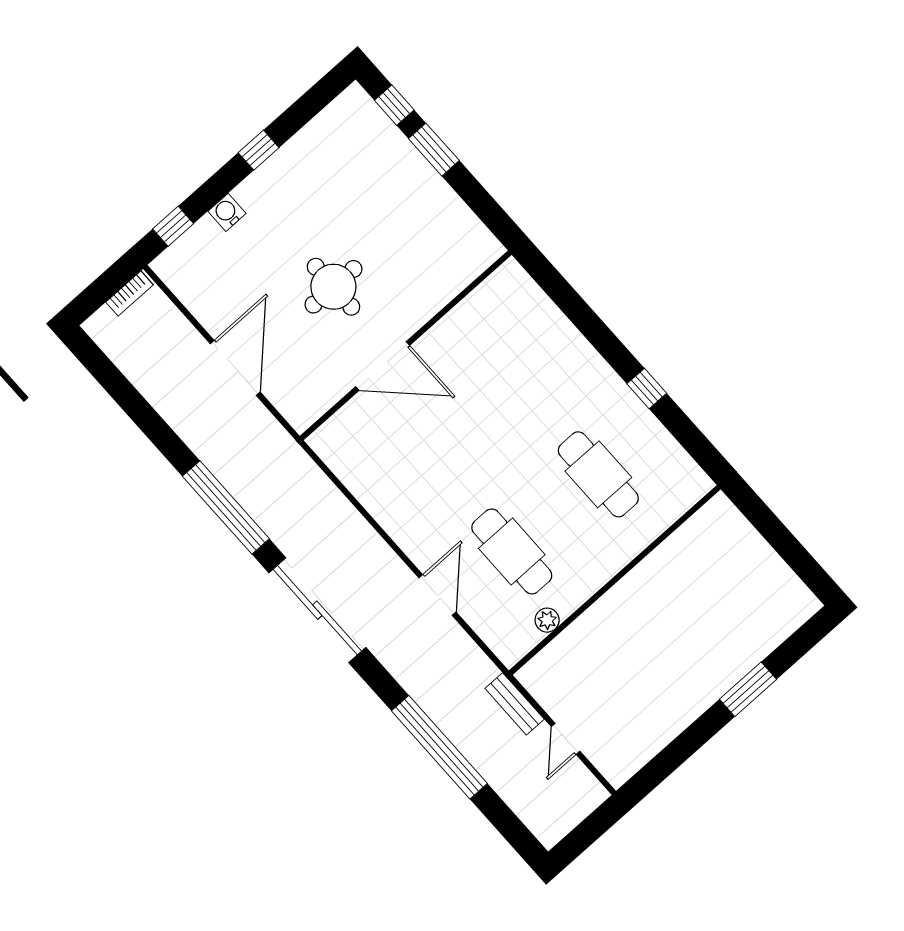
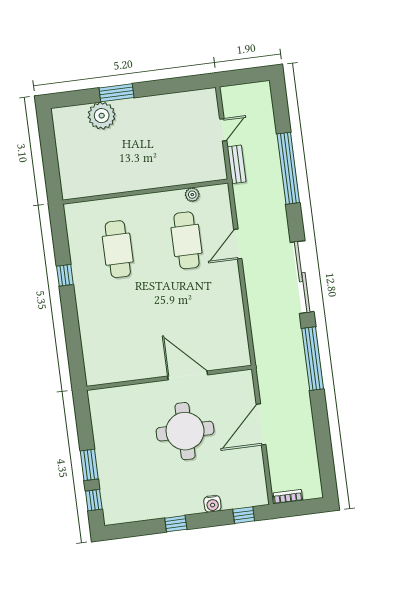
round table: (333, 287) -> (185, 431), width x1.36, depth x1.36
plant: (747, 644) -> (102, 116), added

